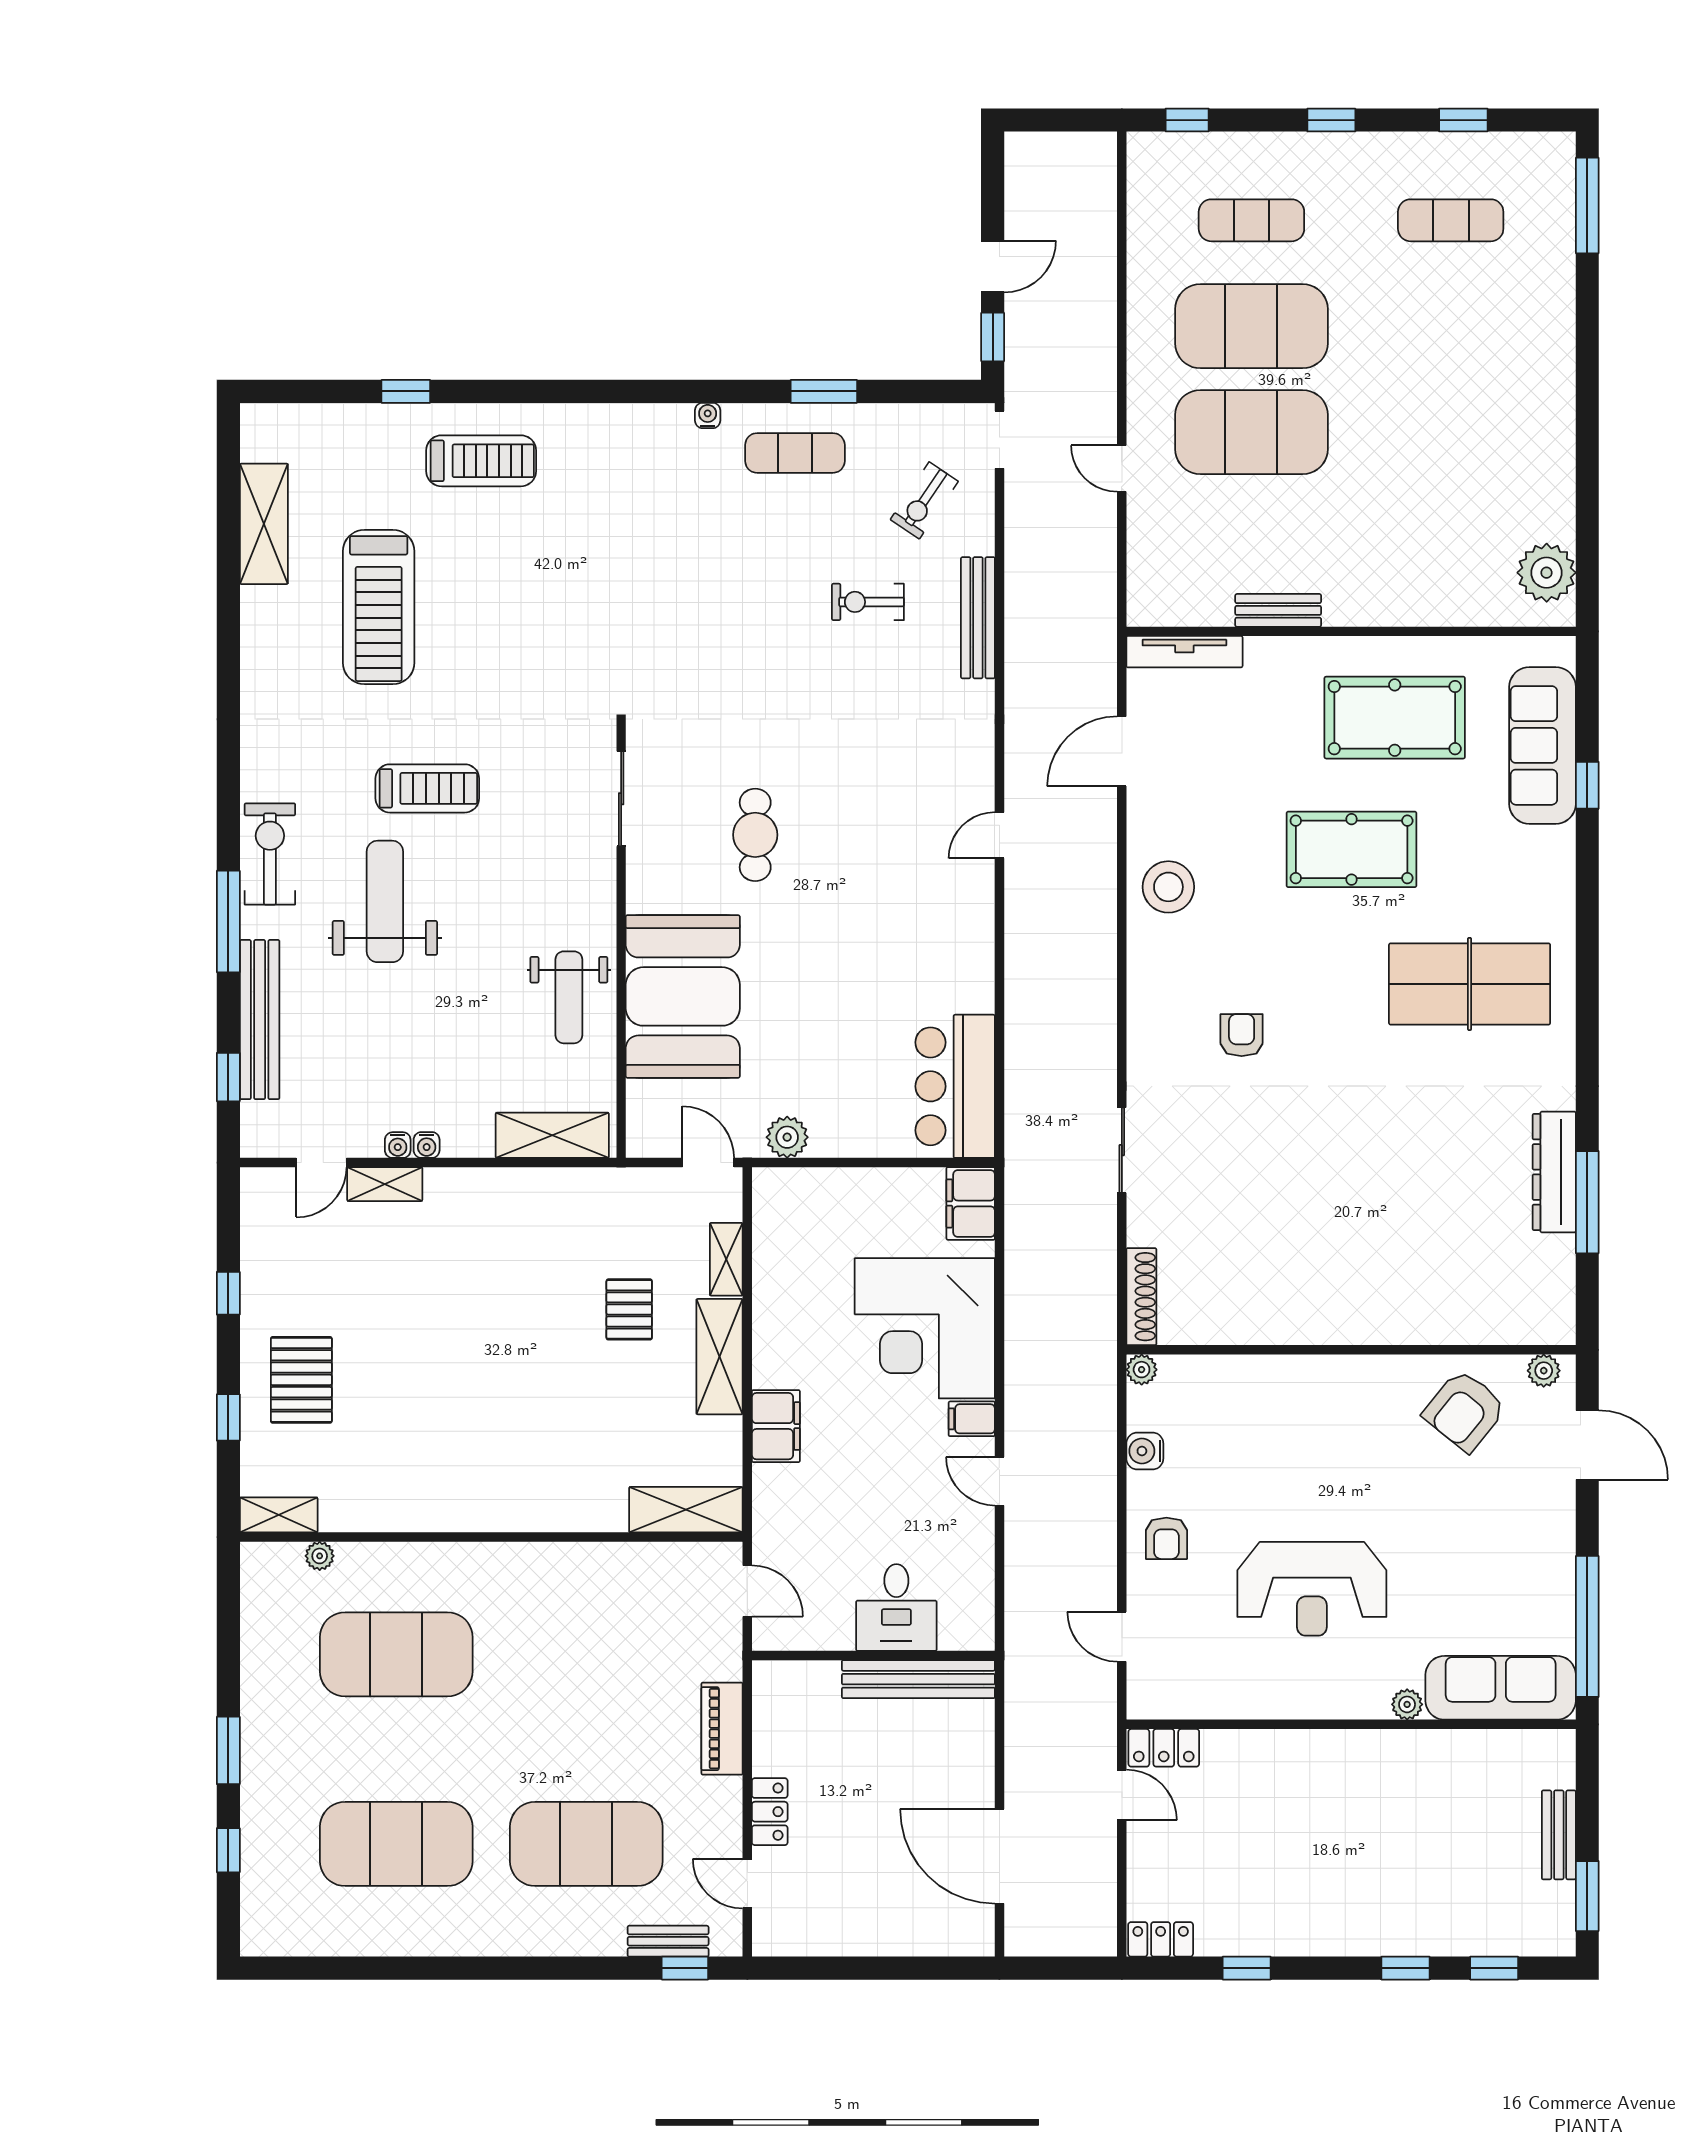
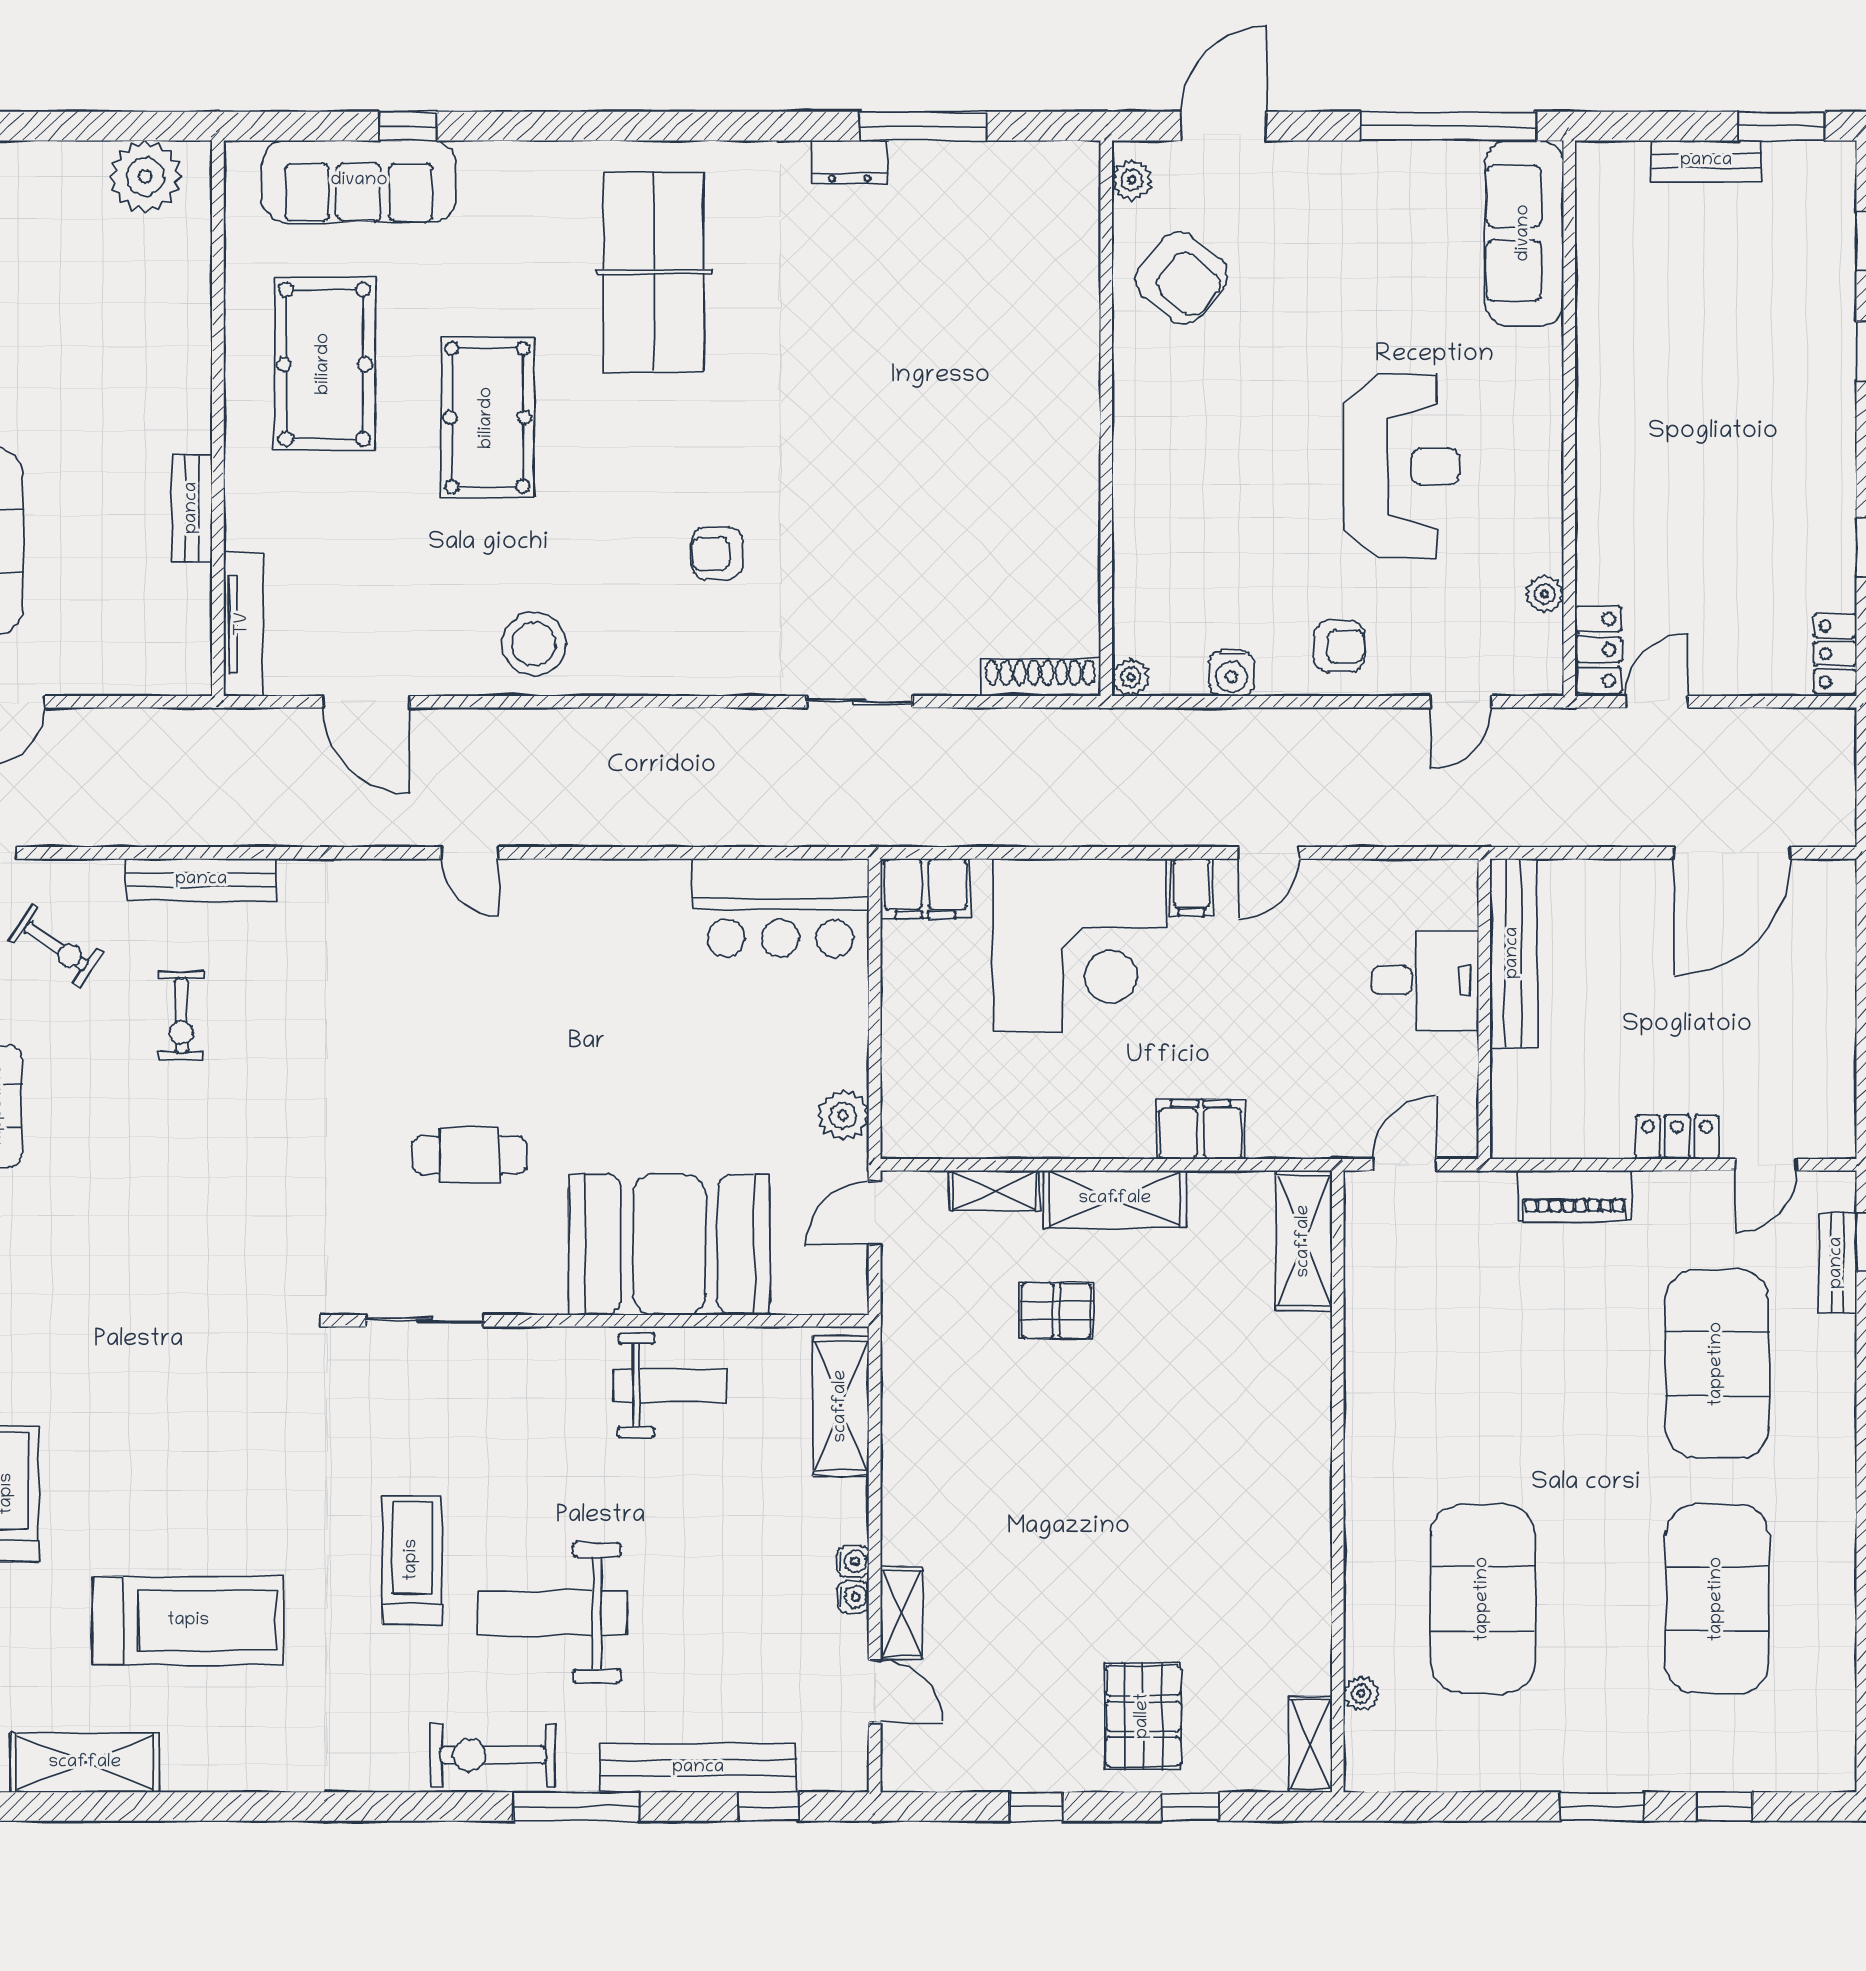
dresser: (1554, 1172) -> (850, 162), width x0.51, depth x0.80
pallet: (301, 1380) -> (1143, 1716), turned 90
plant: (1407, 1704) -> (1545, 594), moved

